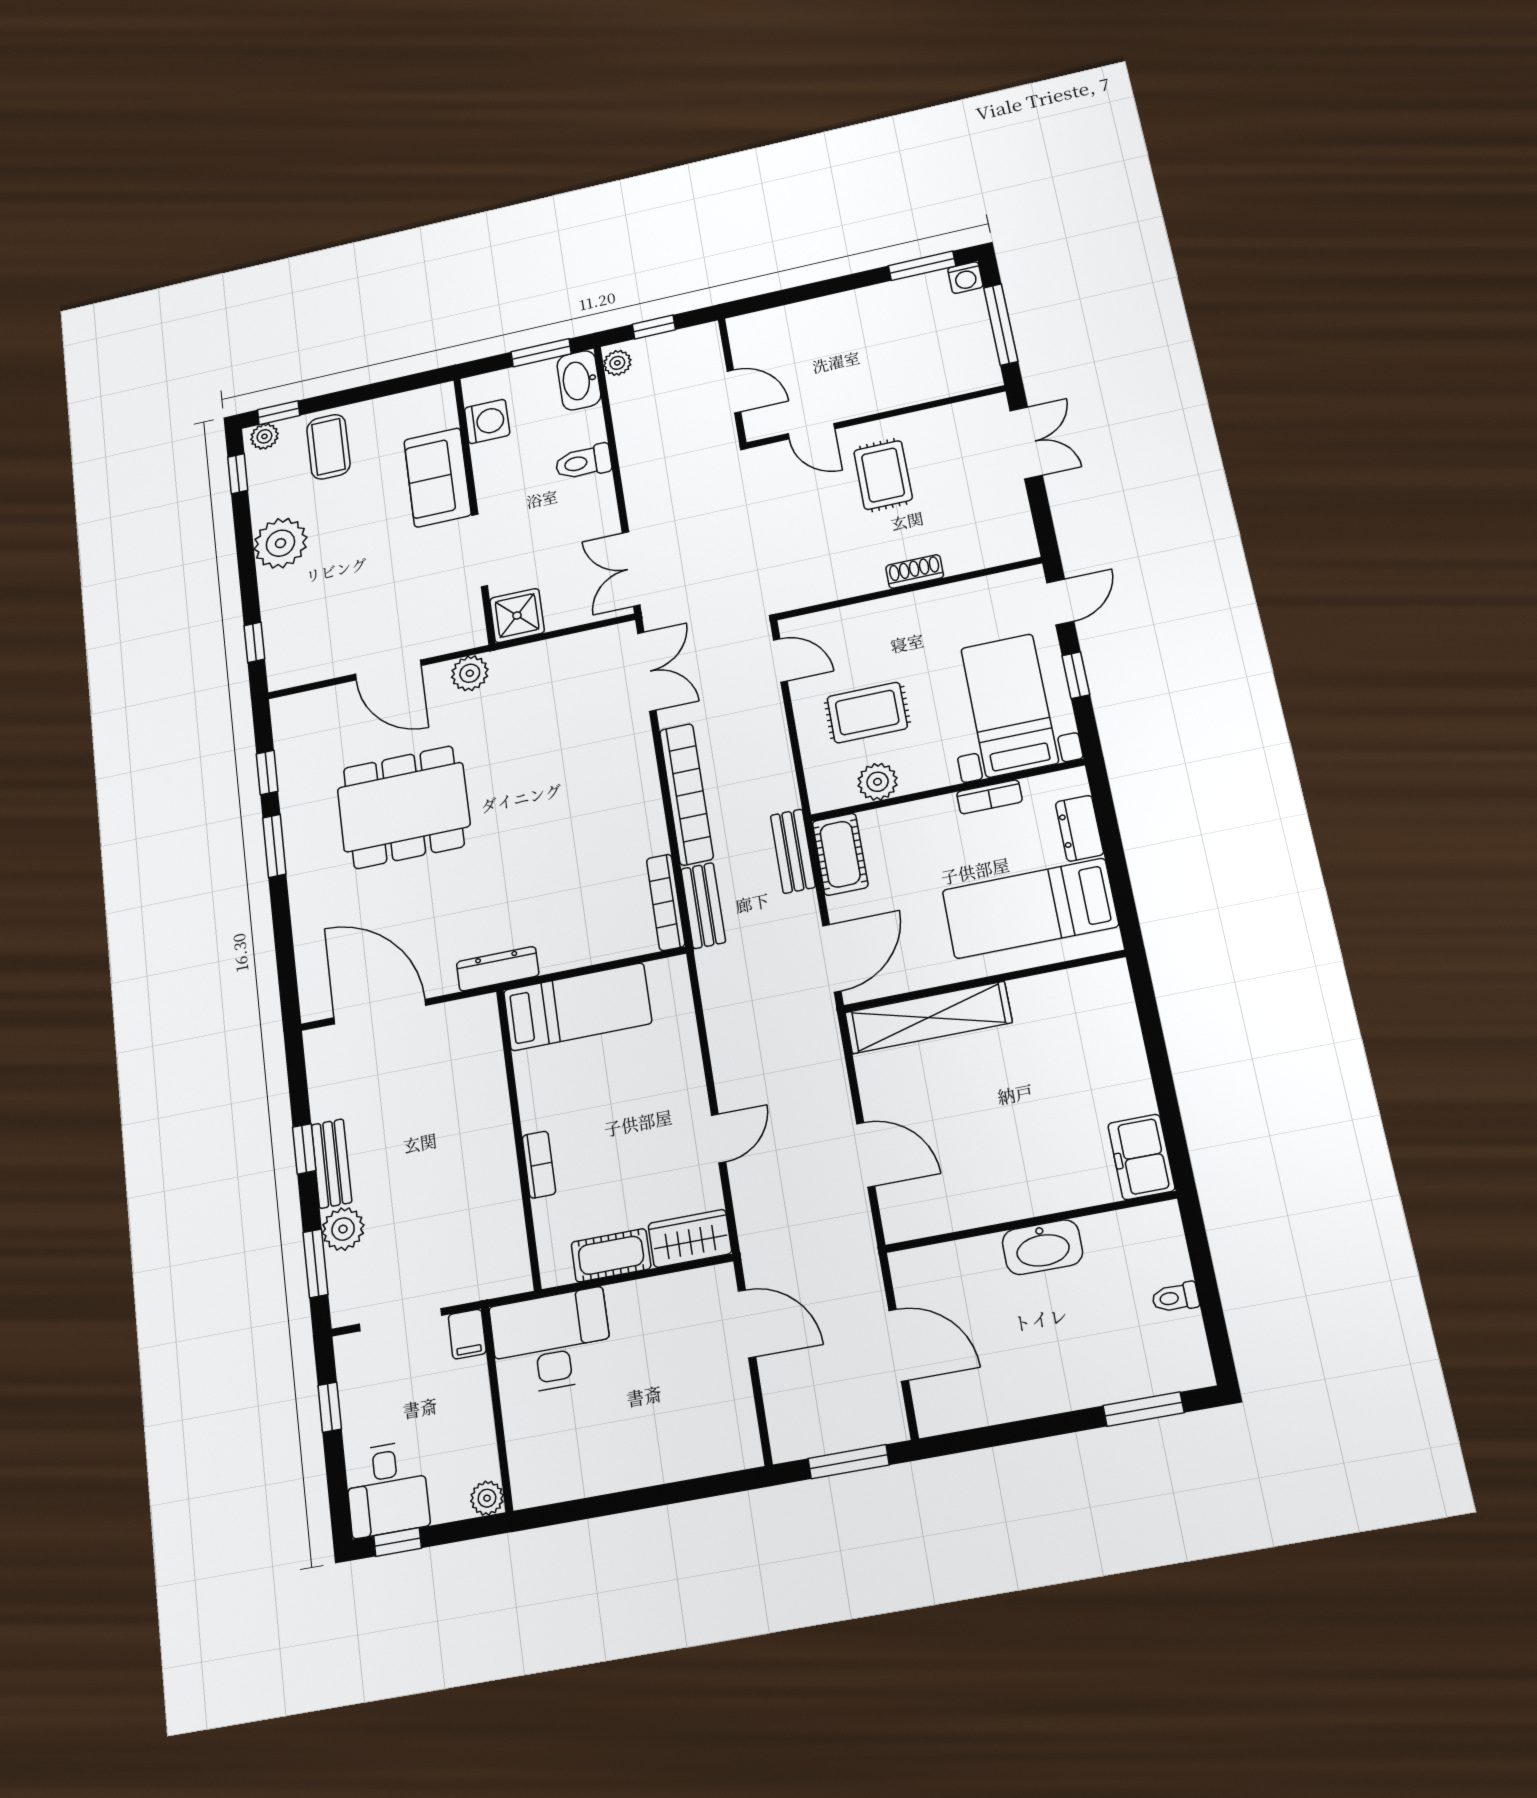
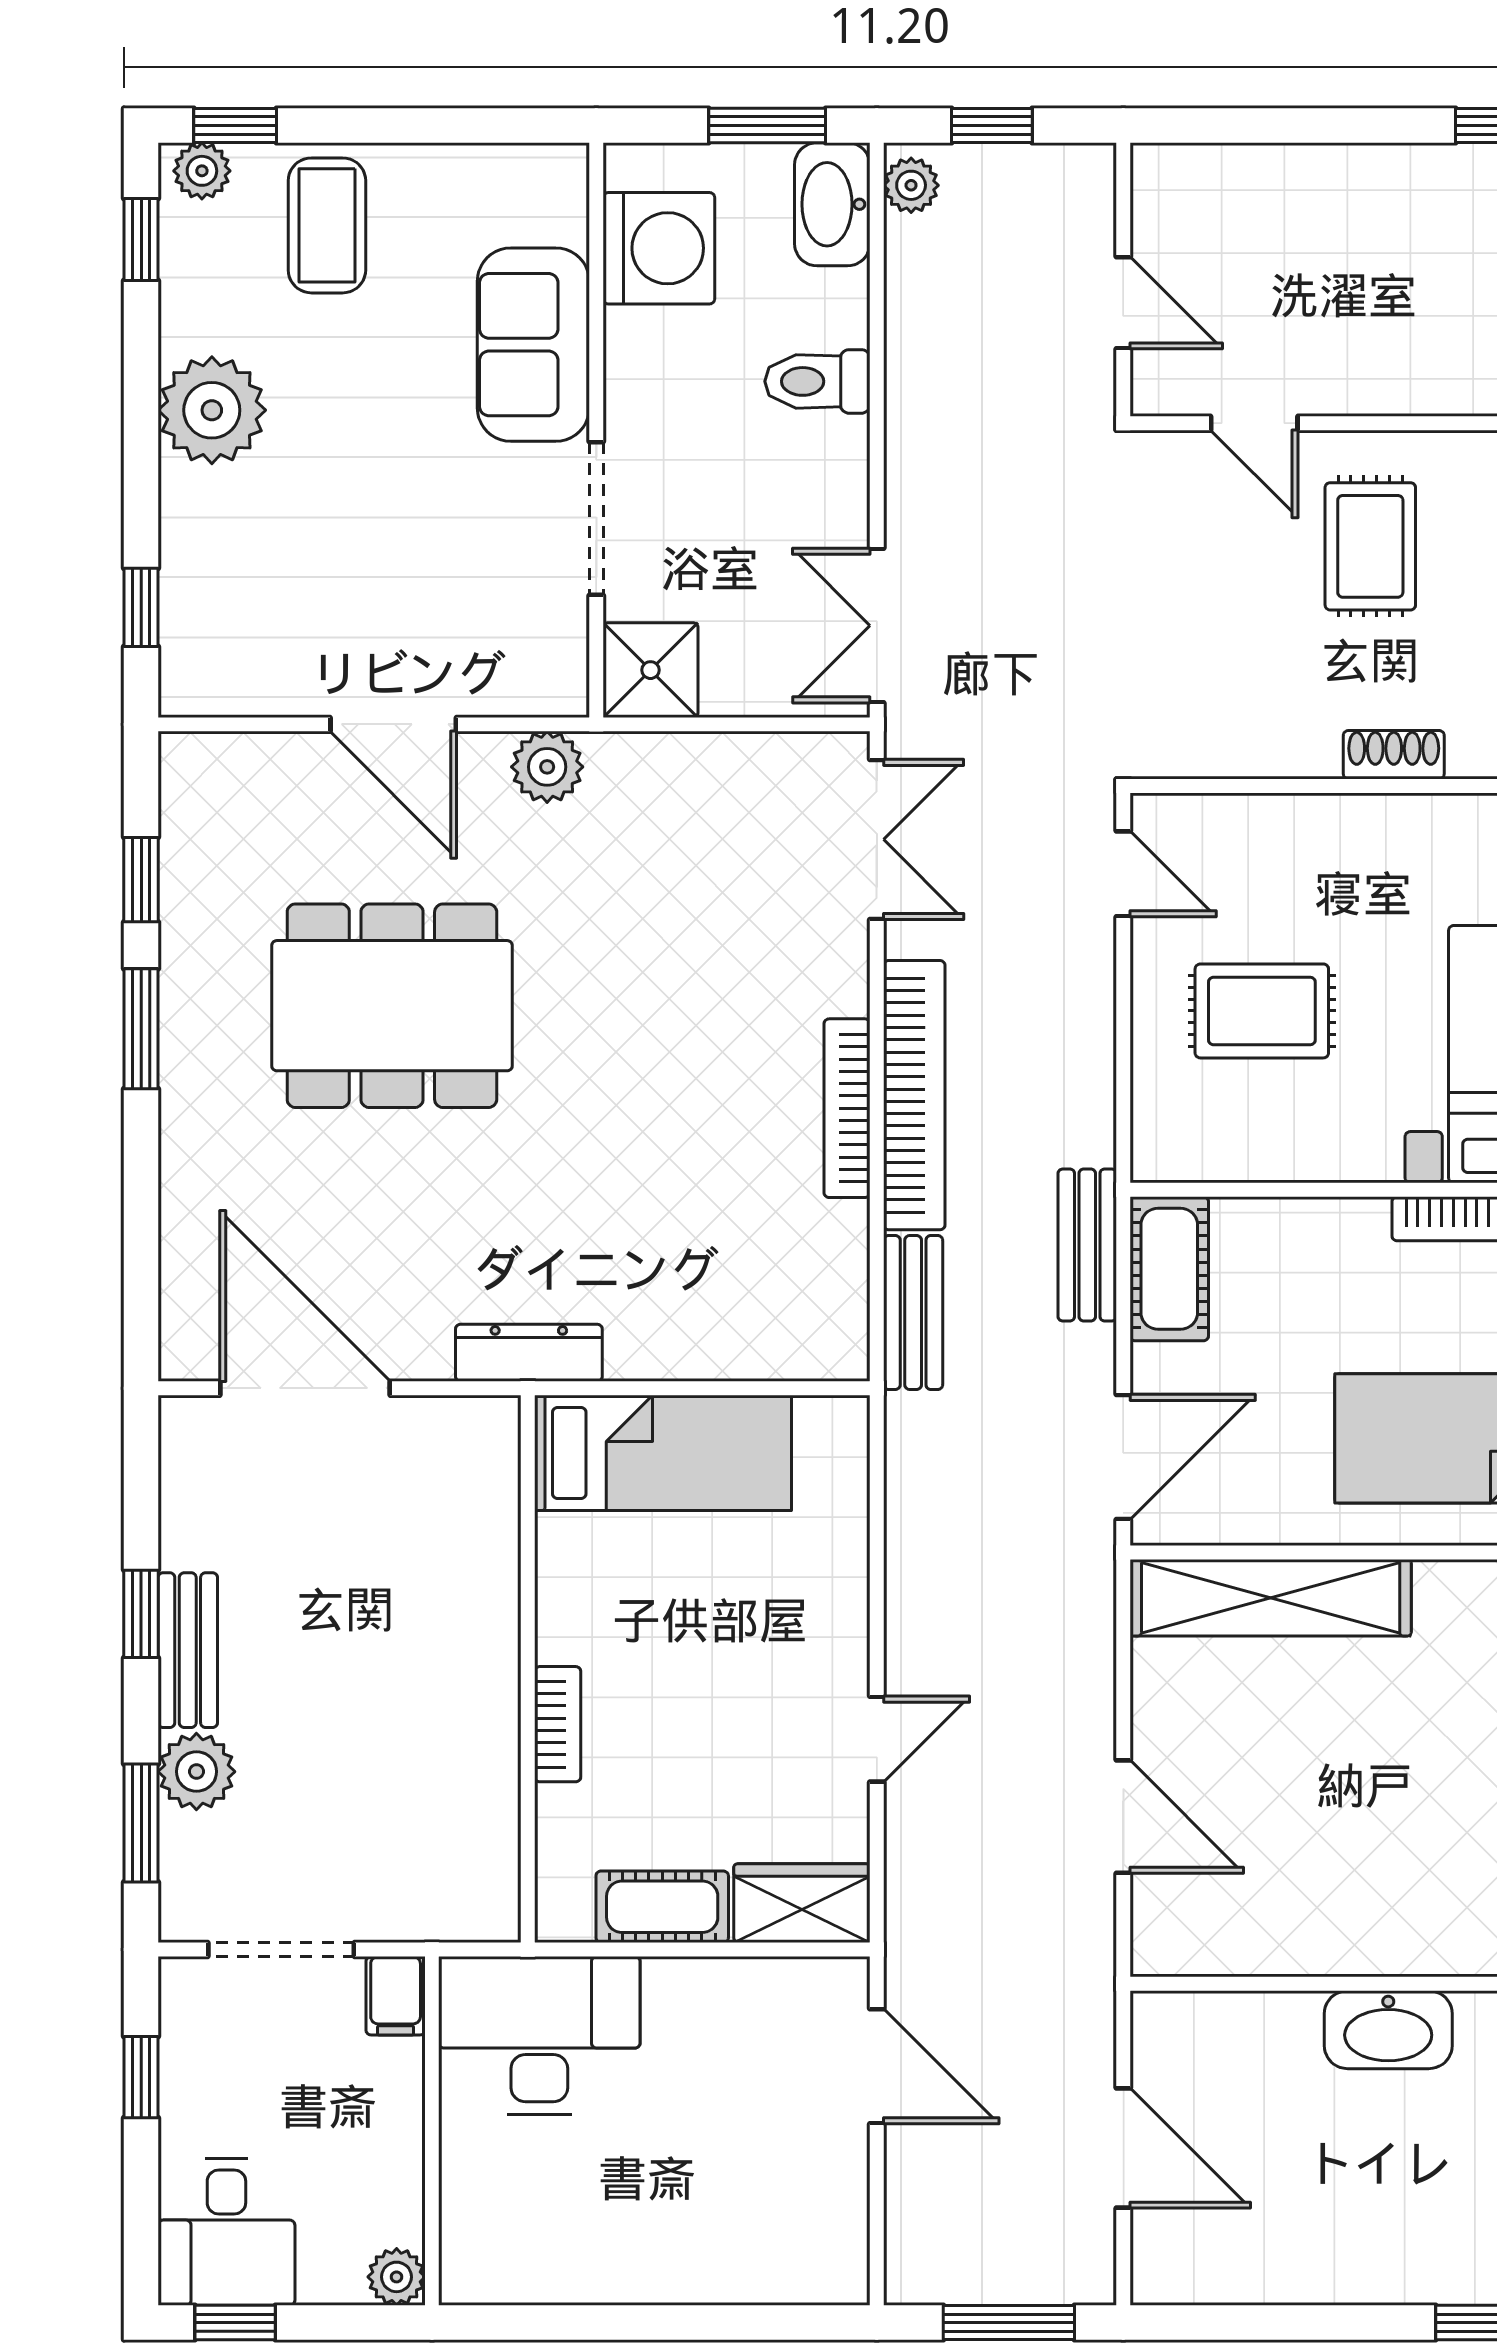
washing machine: (487, 421) -> (659, 248), width x1.37, depth x1.37
plant: (878, 782) -> (1258, 1147), removed
bookcase: (666, 902) -> (847, 1108), moved

